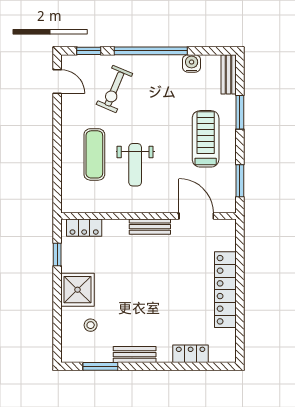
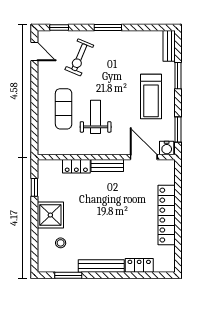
window: (151, 51) -> (108, 27), width x0.47
water cooler: (192, 63) -> (167, 148), moved, turned 180
treadmill: (206, 139) -> (151, 96), turned 180
weight bench: (135, 165) -> (96, 117), turned 180
locker: (84, 228) -> (76, 166), moved
bench: (135, 355) -> (101, 266), width x1.36

